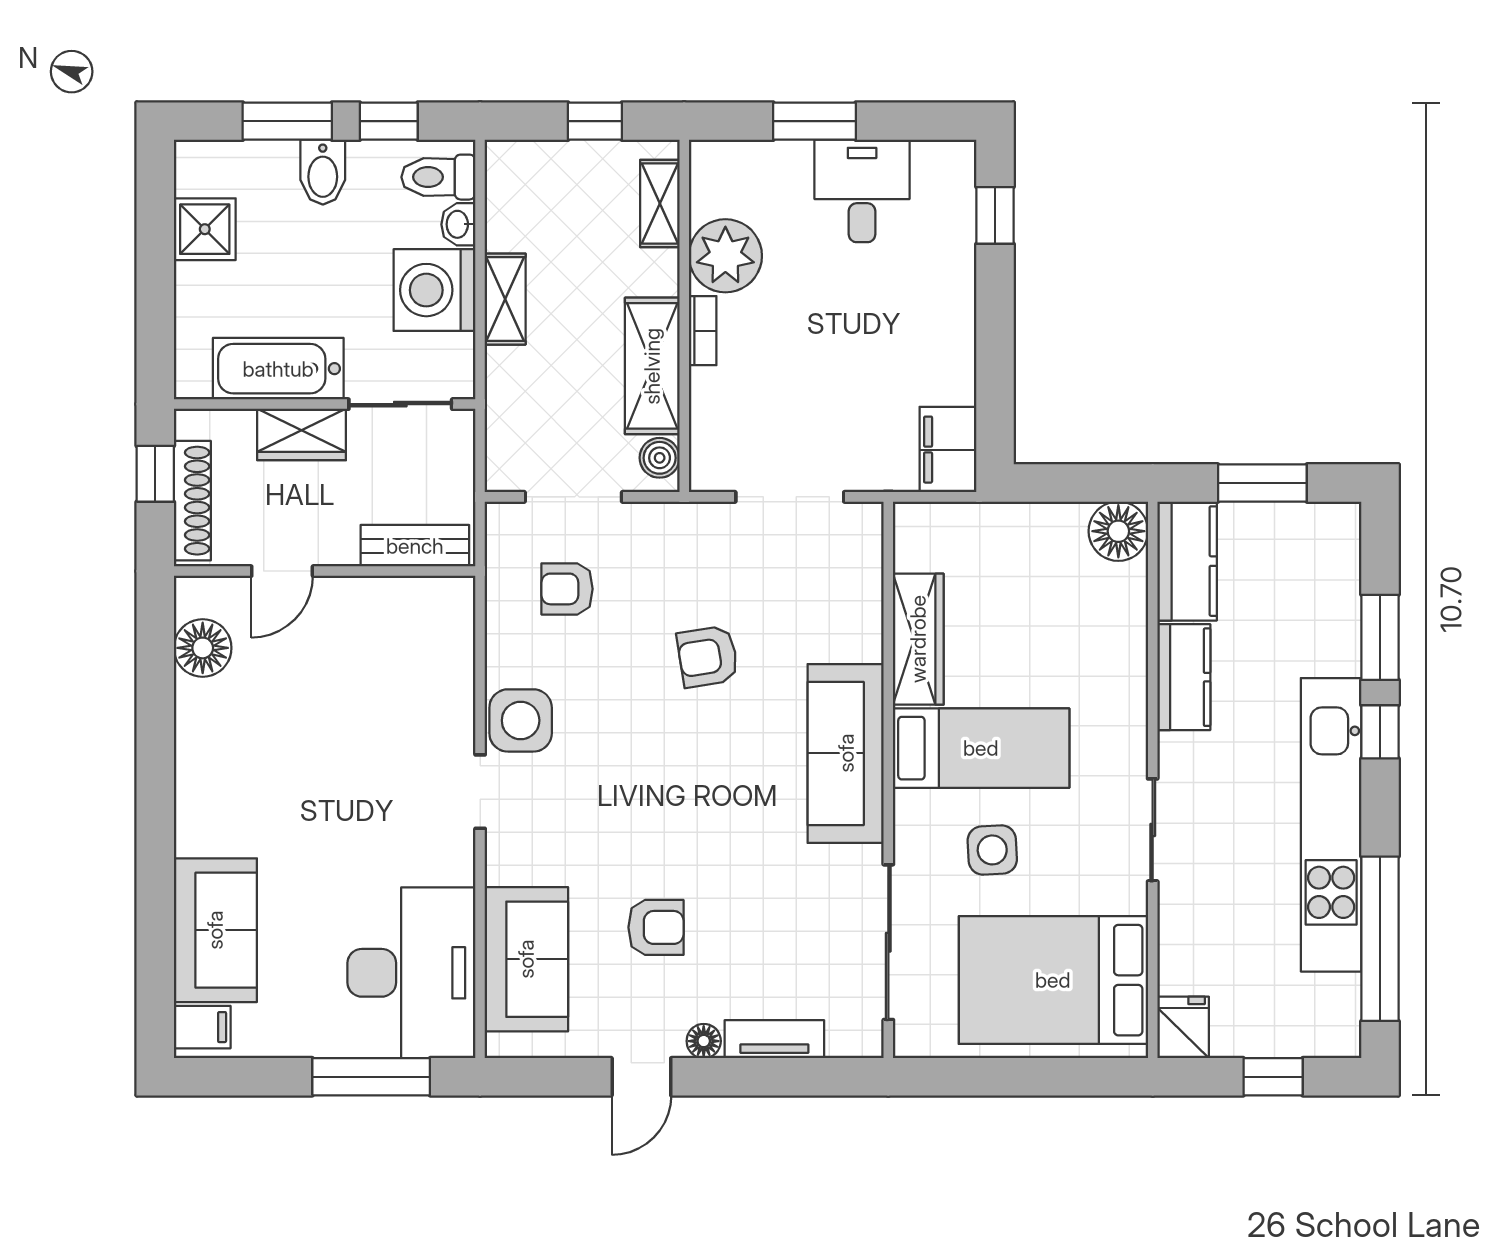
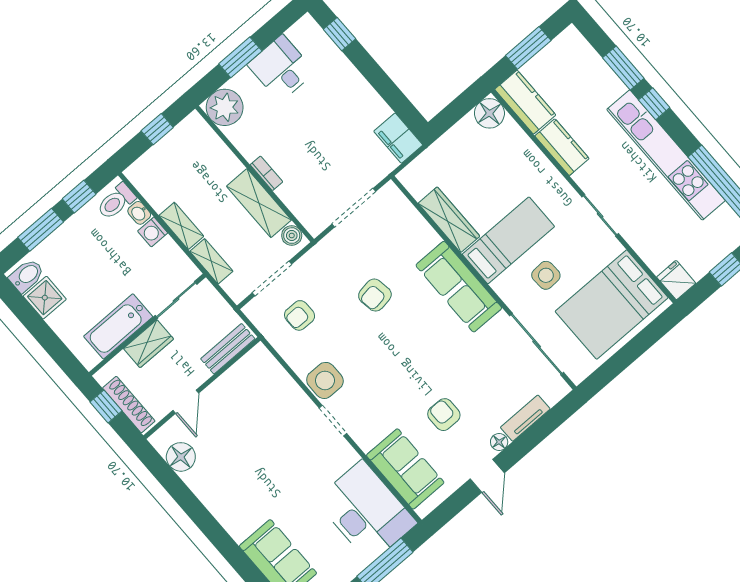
bidet: (323, 172) -> (27, 275), moved, turned -90
shelving: (660, 204) -> (211, 261), moved
plant: (725, 256) -> (225, 107), moved
washing machine: (434, 290) -> (153, 232), width x0.53, depth x0.53
armchair: (656, 927) -> (444, 415), turned -90

